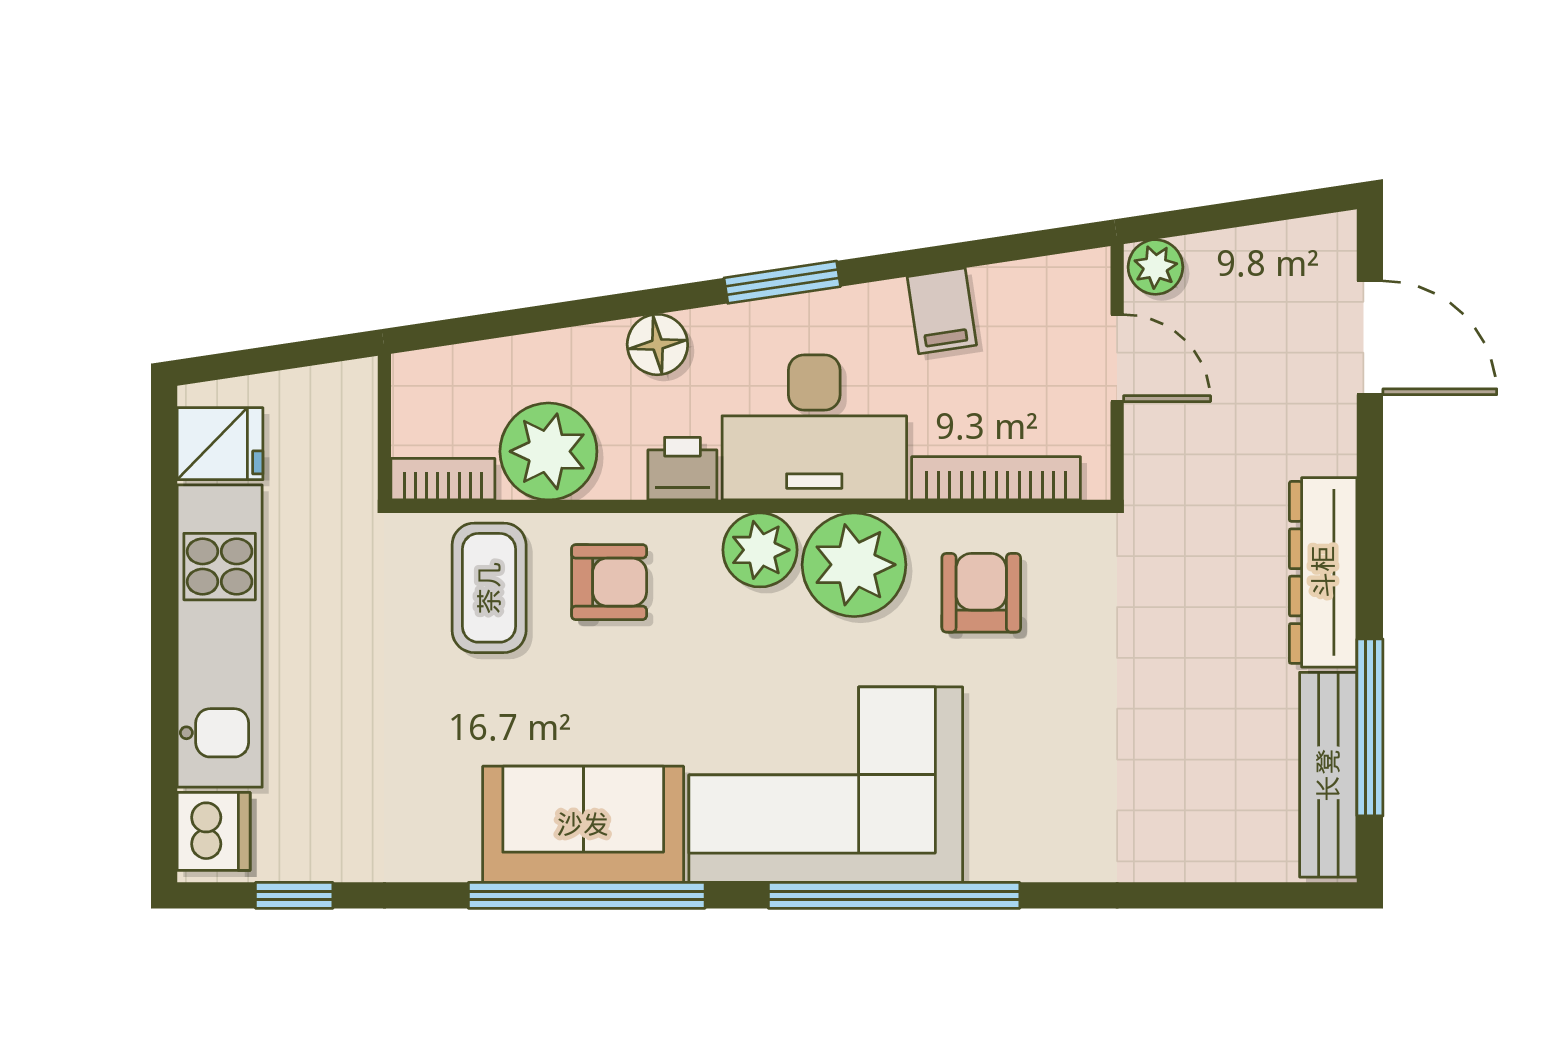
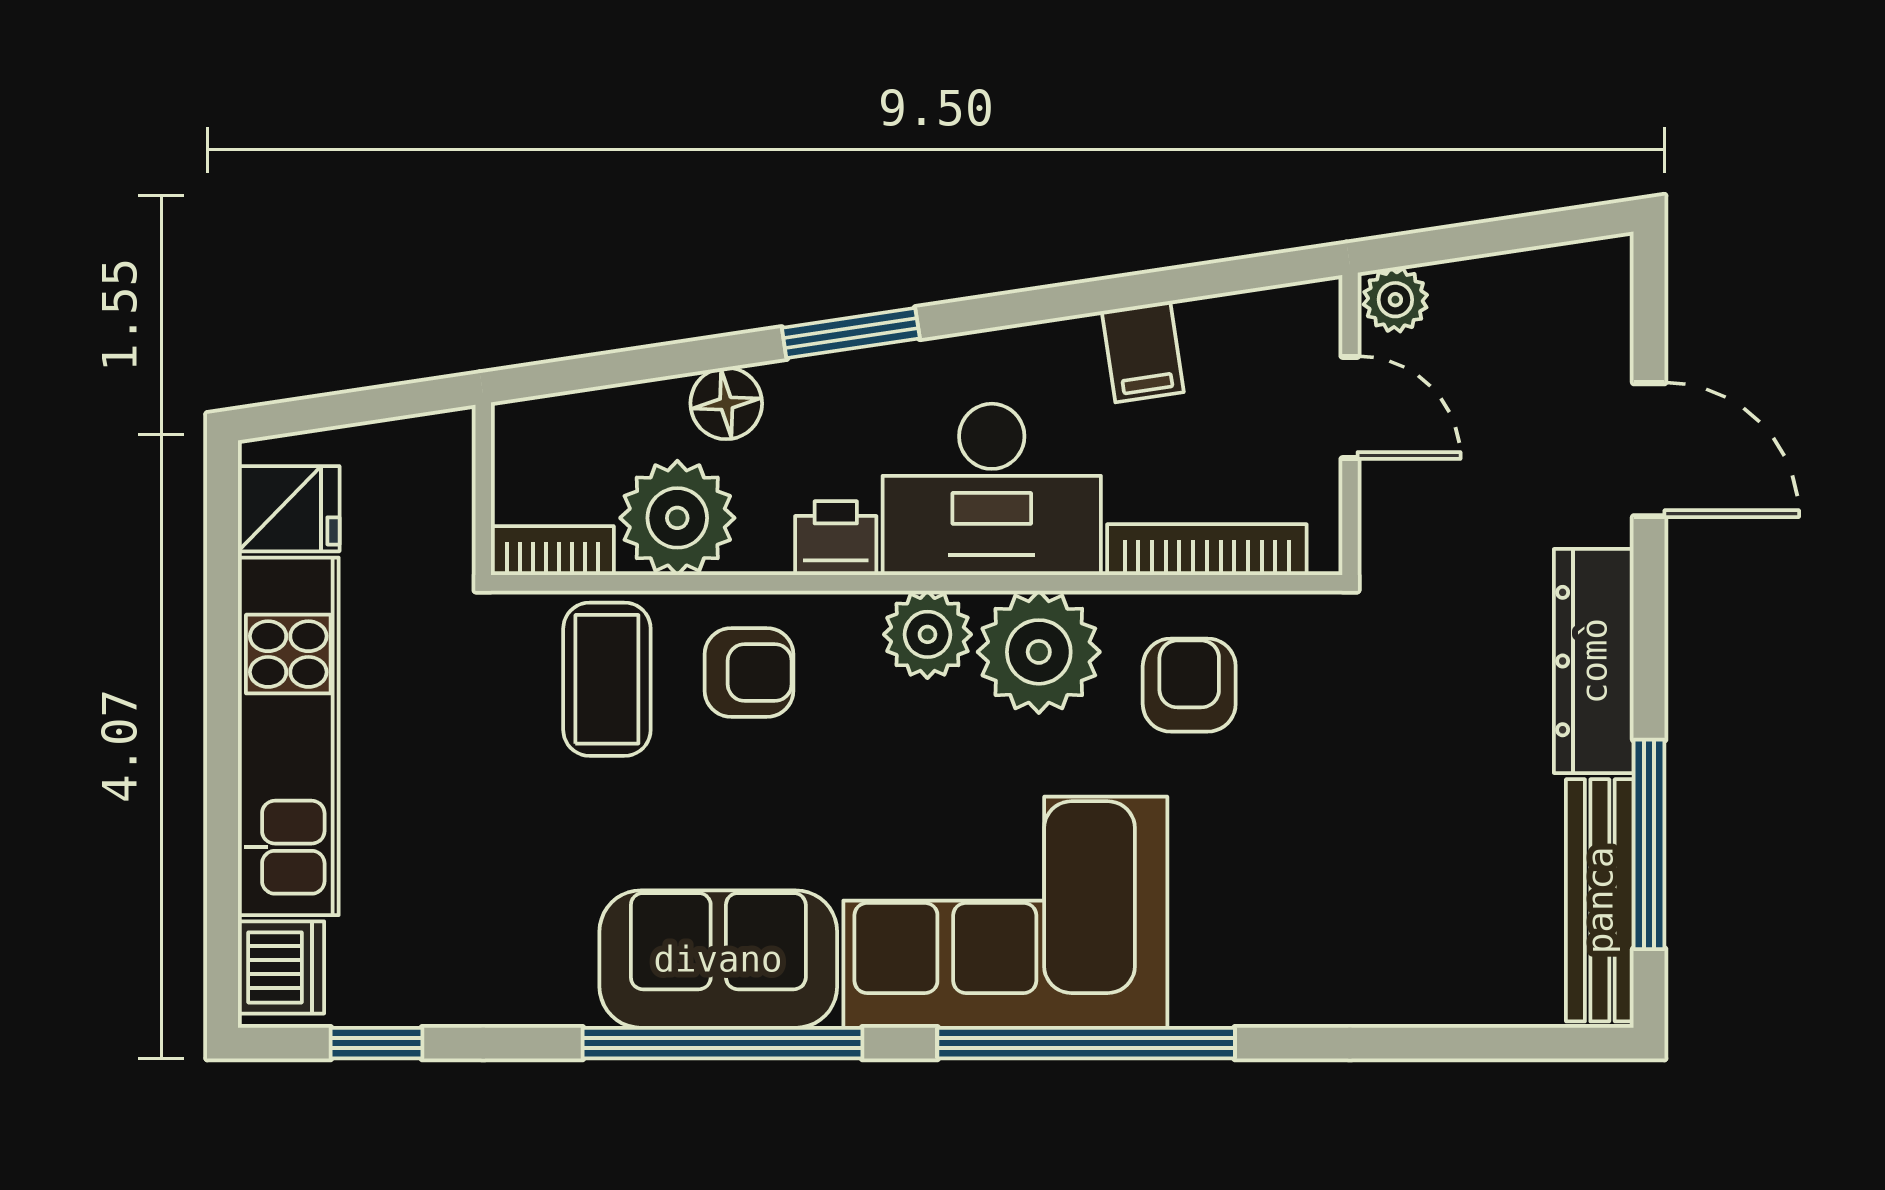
window: (782, 282) -> (851, 333), moved
door: (1370, 338) -> (1649, 450), moved
floor lamp: (657, 345) -> (726, 403), moved

